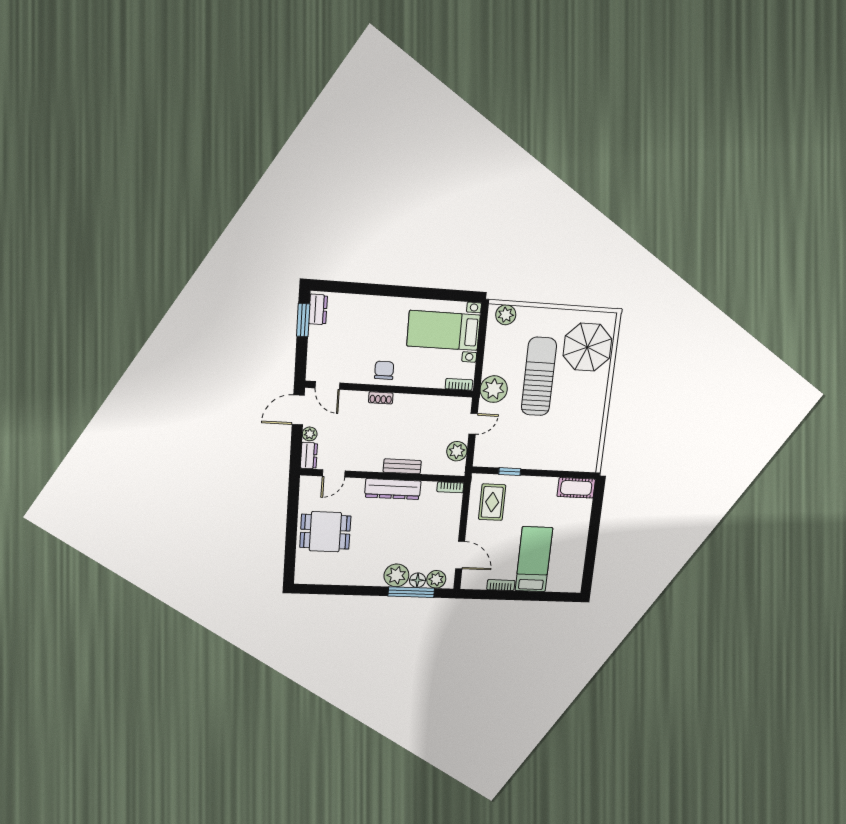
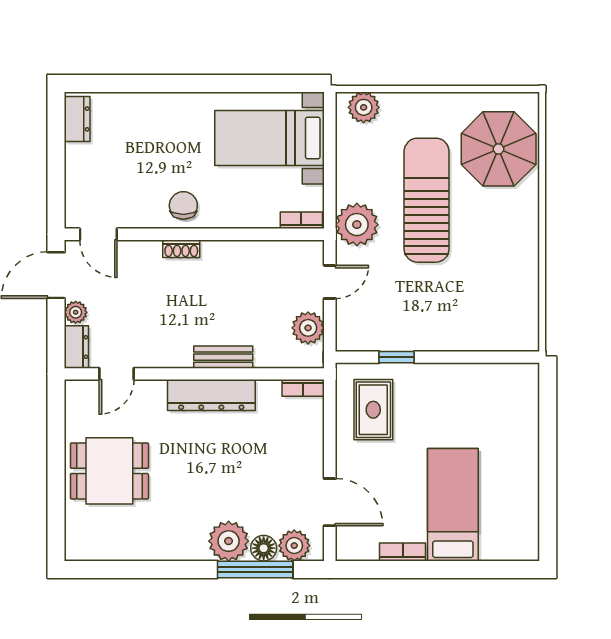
window: (303, 320) -> (56, 137), removed
cot: (576, 488) -> (509, 379), removed

